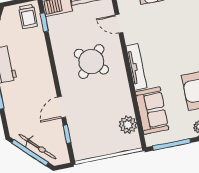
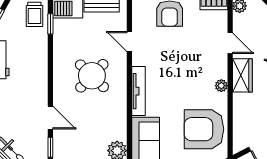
door: (61, 107) -> (50, 118), swing flipped

